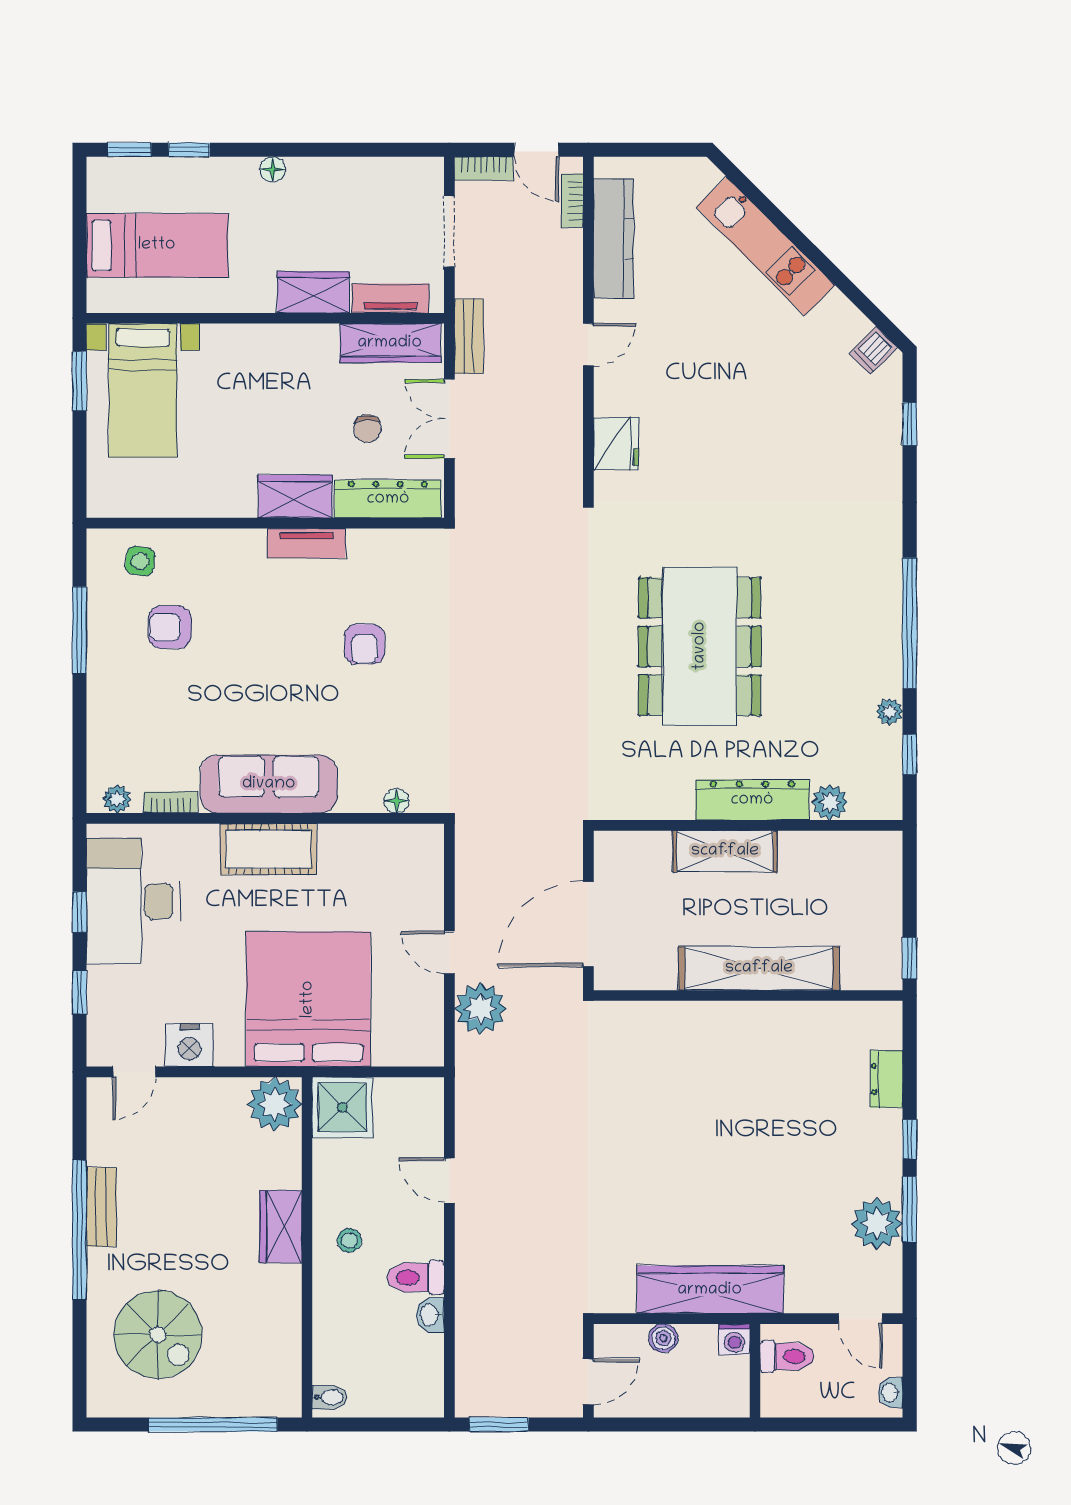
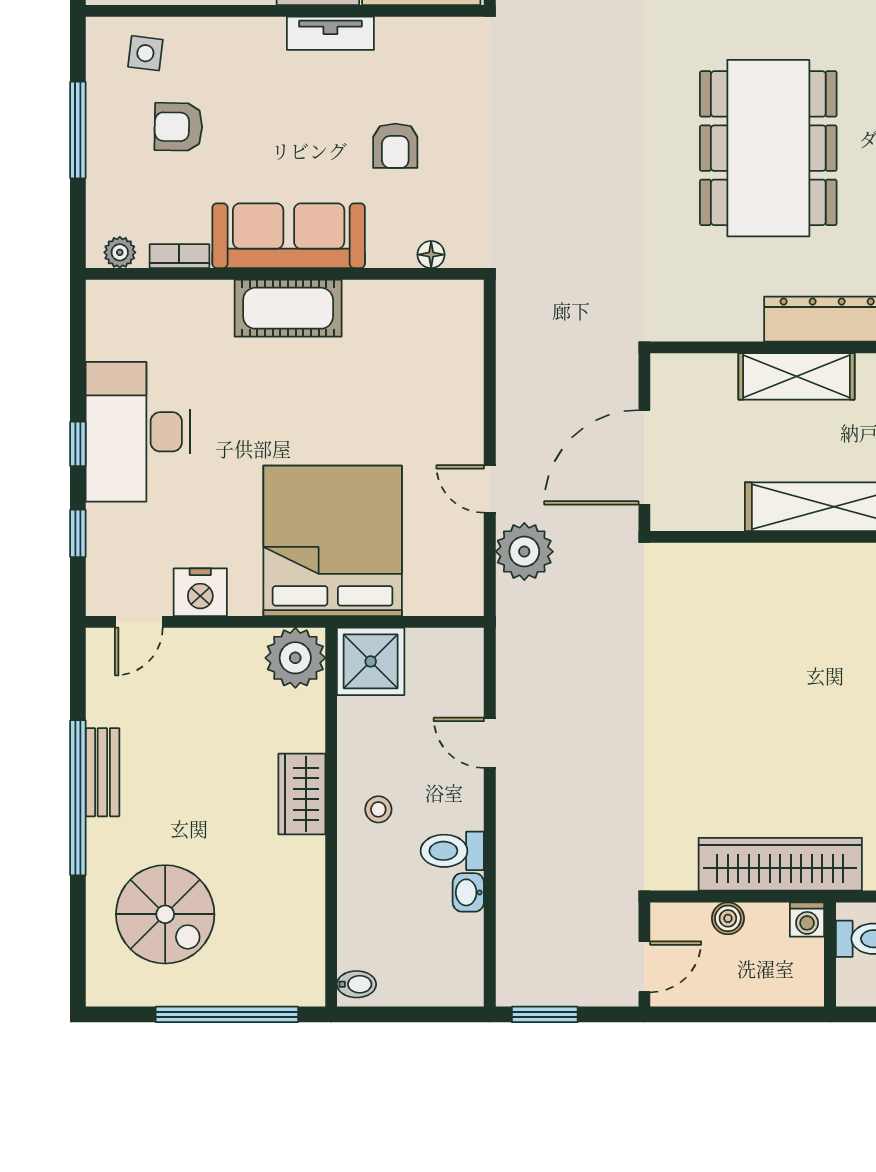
sofa: (269, 784) -> (289, 236), moved
plant: (117, 799) -> (120, 252), moved
floor lamp: (397, 801) -> (431, 255), moved
bookcase: (171, 802) -> (179, 256), moved
wall: (265, 818) -> (285, 274), moved
cot: (268, 849) -> (288, 308), moved

